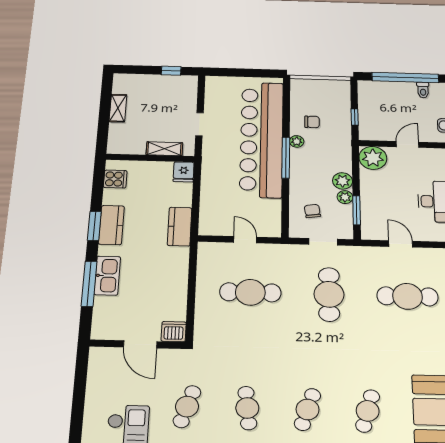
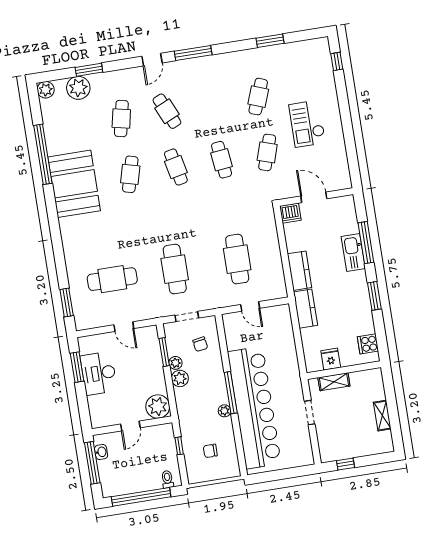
toilet: (423, 90) -> (167, 479), moved
chair: (312, 122) -> (210, 451), moved
fridge: (184, 172) -> (331, 359), moved
kitchen counter: (111, 225) -> (299, 271), moved, turned 180
cafe table: (250, 292) -> (237, 259), turned 90
cafe table: (308, 409) -> (176, 167), turned -30

